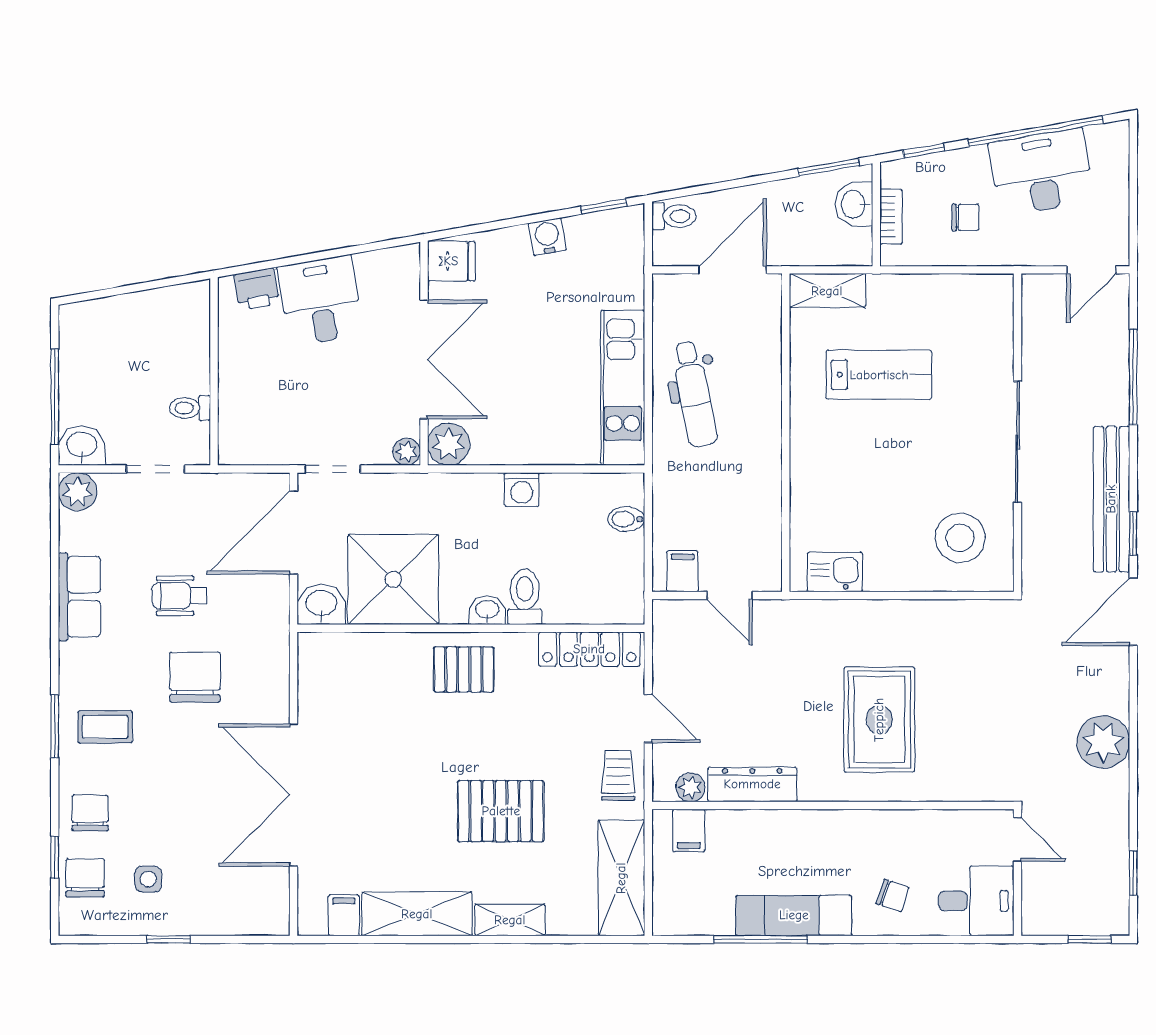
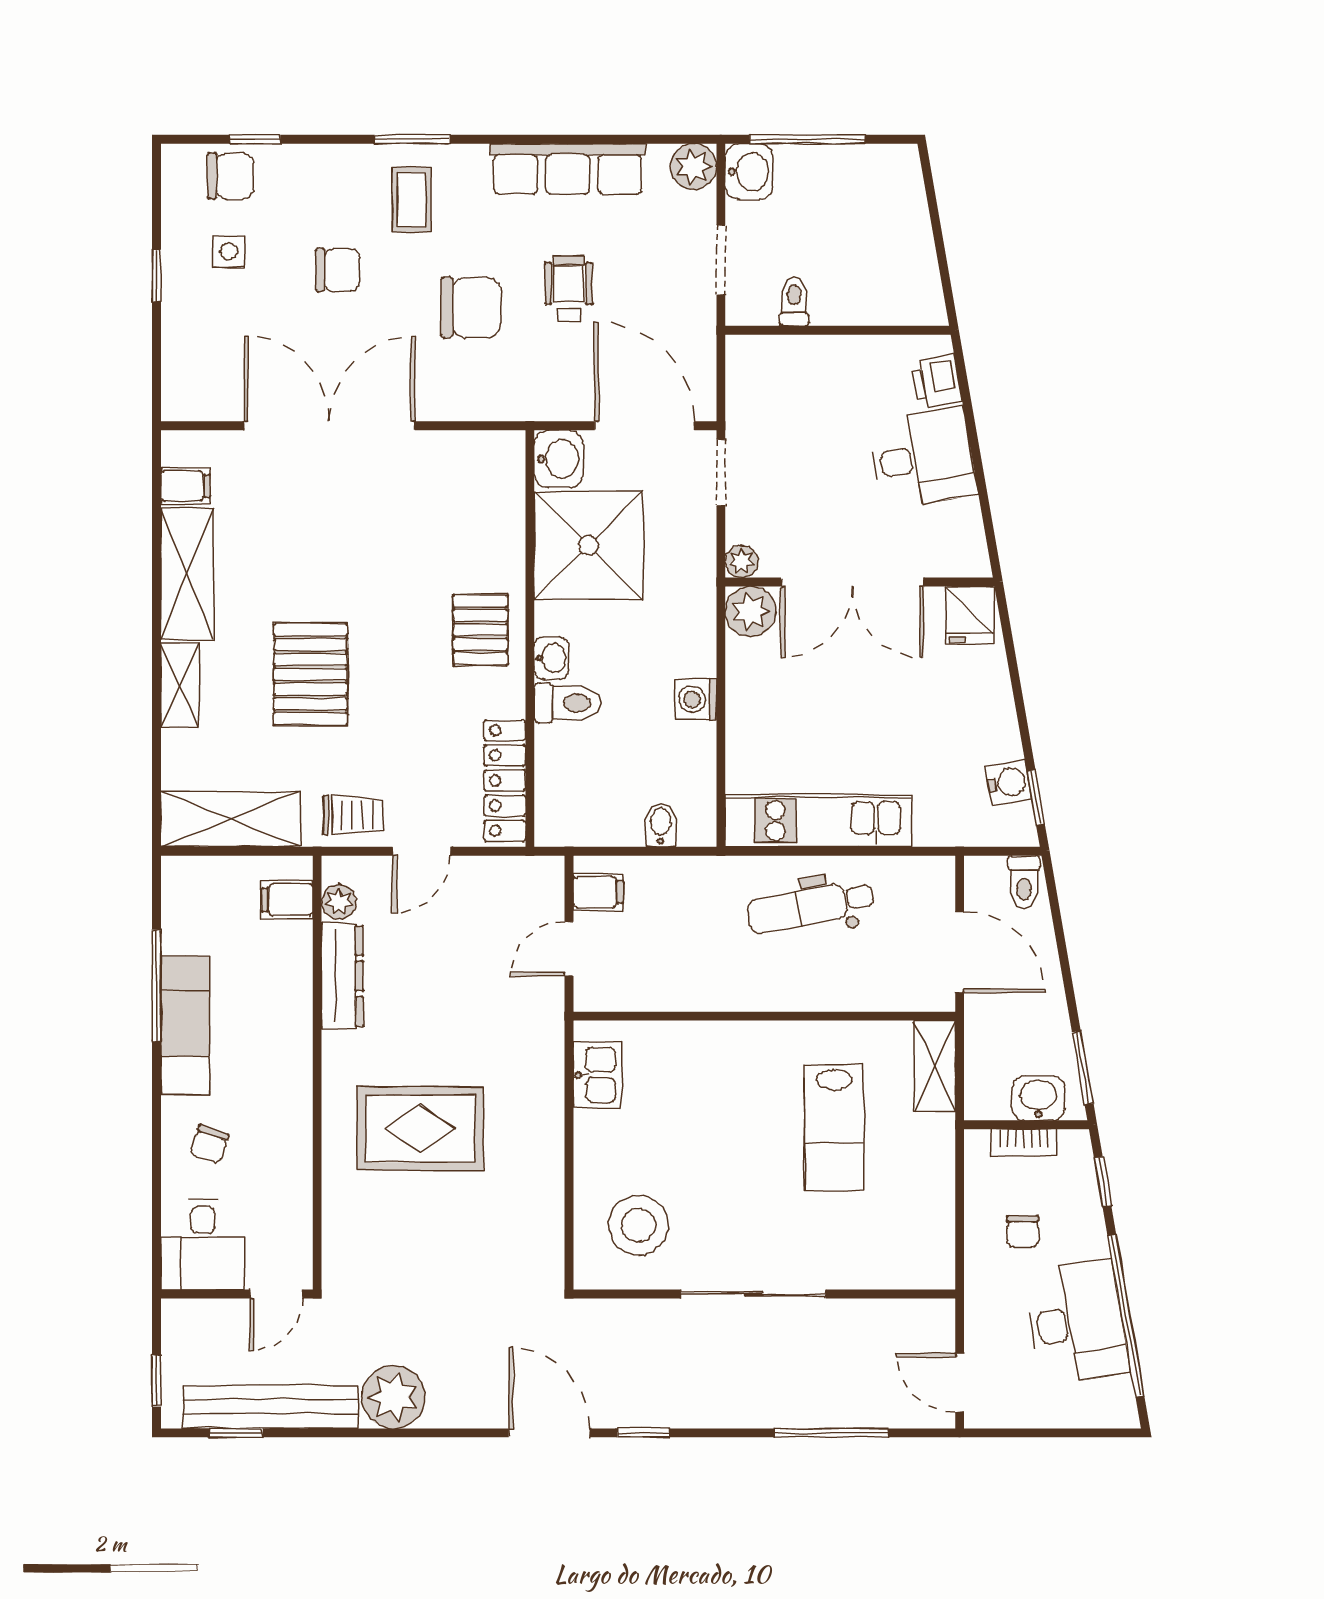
water cooler: (547, 237) -> (1009, 782), moved
bench: (1111, 499) -> (271, 1407), moved
row of seats: (79, 597) -> (568, 169), width x1.48
chair: (90, 813) -> (338, 270), moved

